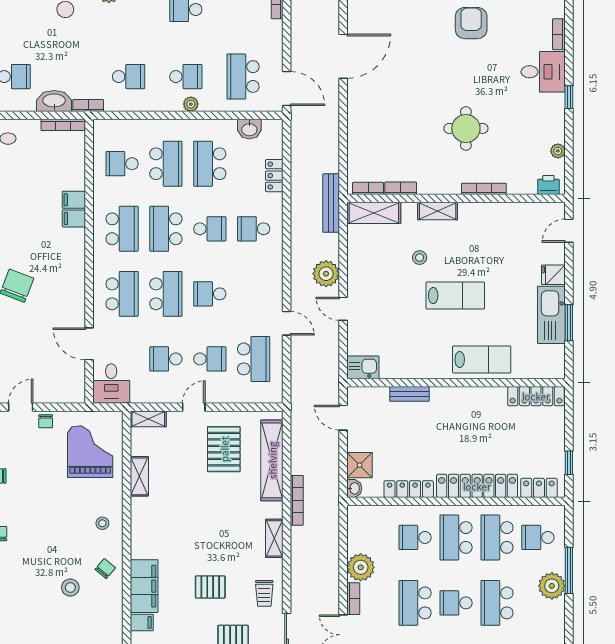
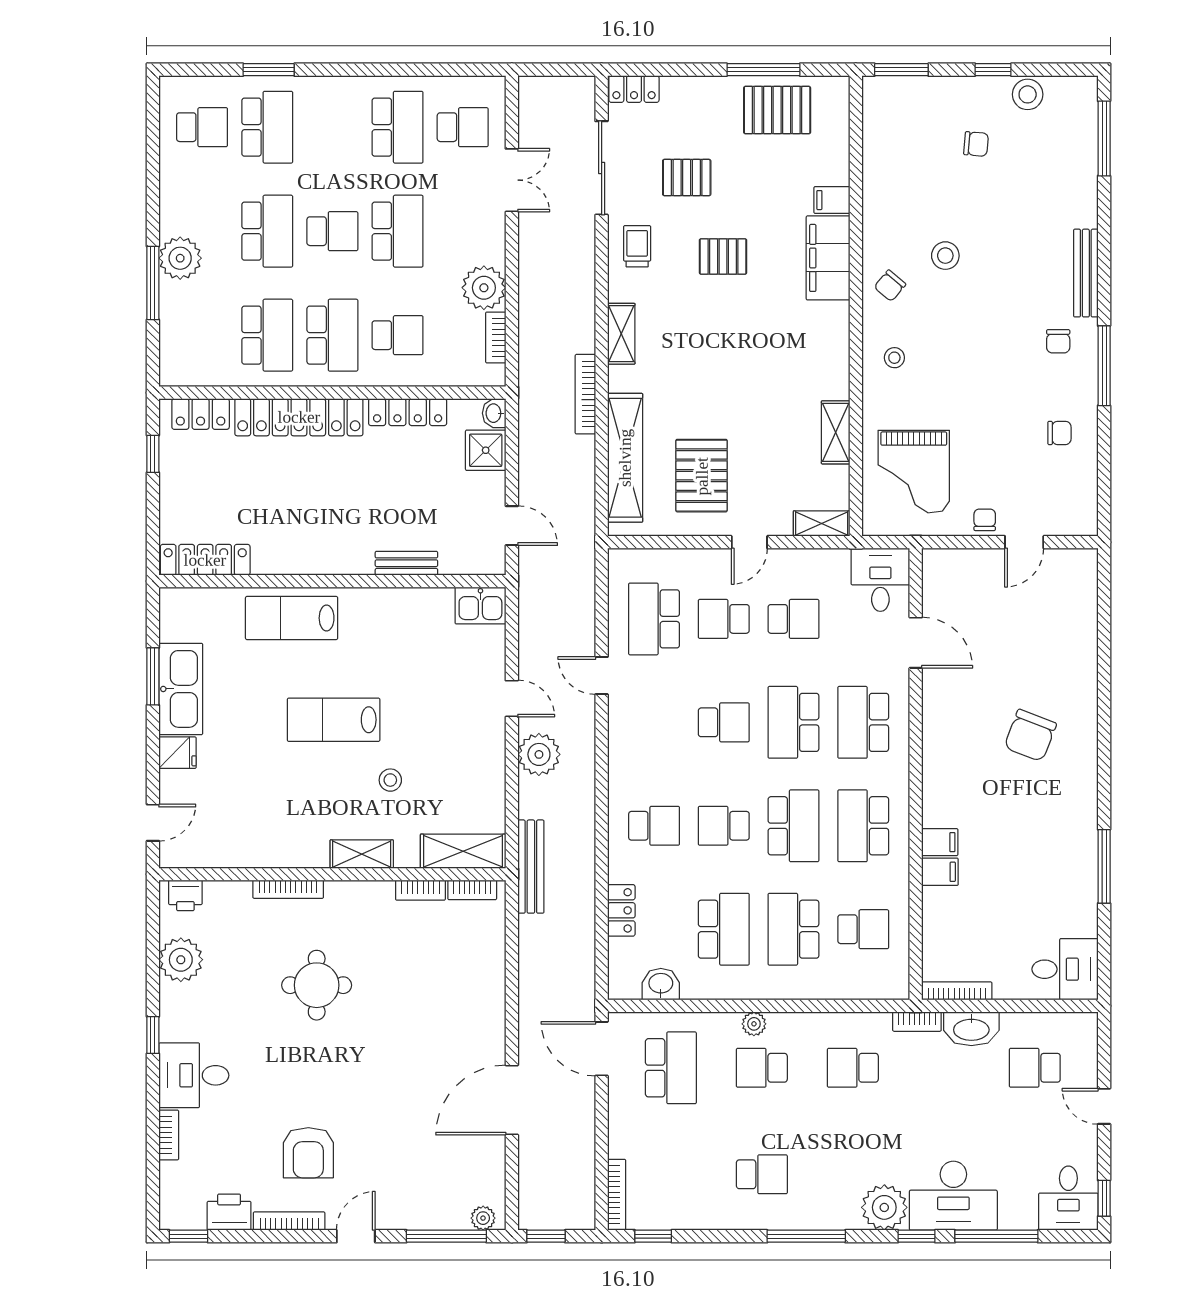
plant: (558, 151) -> (181, 960), width x1.88, depth x1.88
school desk: (538, 537) -> (202, 335), removed
bookcase: (353, 599) -> (496, 337), moved

